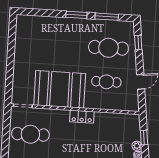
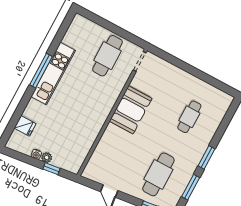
cafe table: (106, 82) -> (189, 117), moved
booth: (60, 89) -> (131, 110), width x0.73, depth x0.70
locker: (82, 117) -> (101, 116), removed

